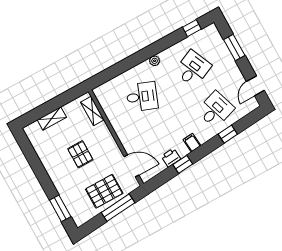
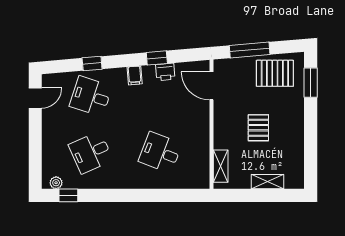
window: (234, 47) -> (35, 151), removed
plant: (155, 61) -> (56, 183), moved
desk: (216, 110) -> (91, 96), turned 36
pallet: (104, 191) -> (275, 73), moved

